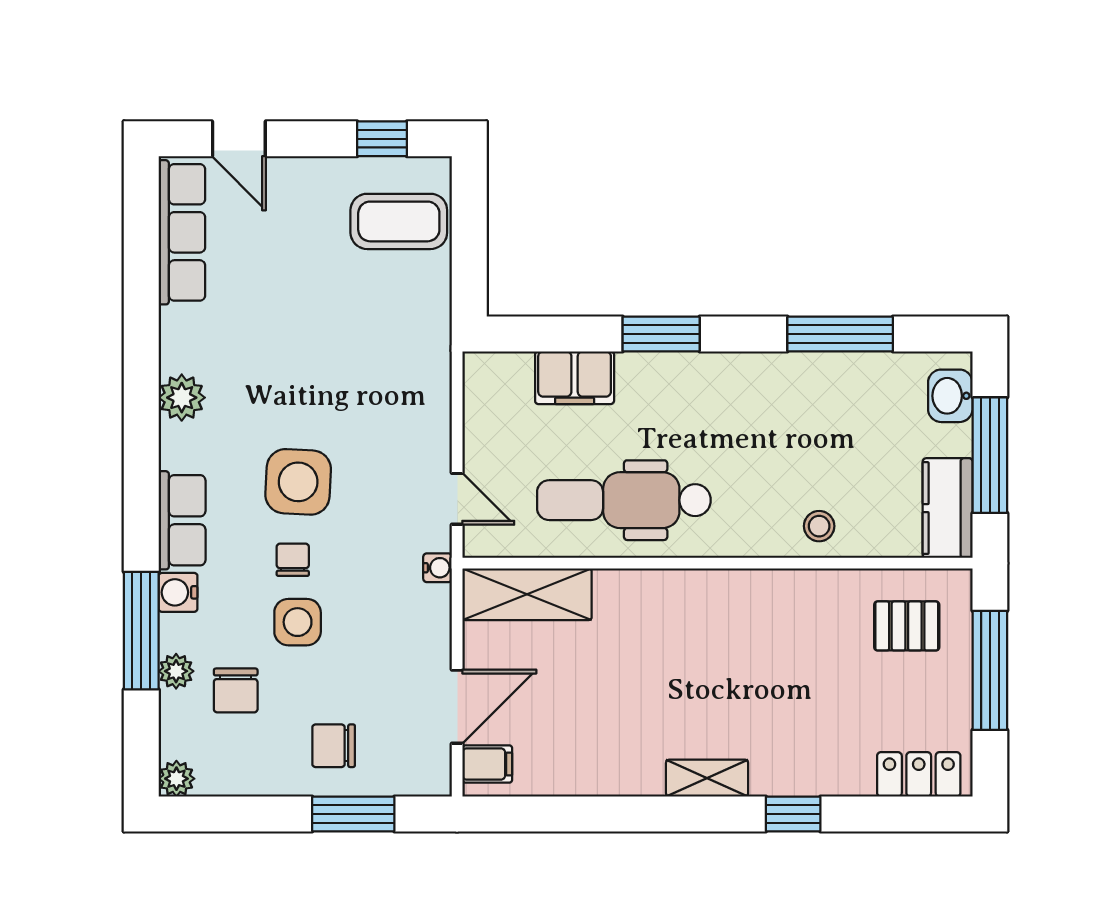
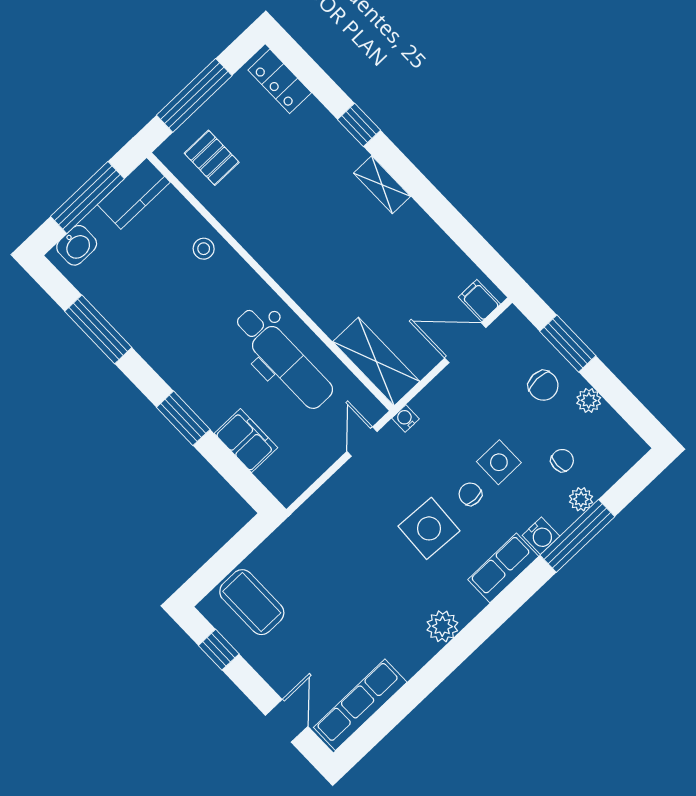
chair: (293, 560) -> (470, 494), turned 90
chair: (236, 690) -> (562, 461), width x0.73, depth x0.73
plant: (176, 779) -> (589, 400), moved

